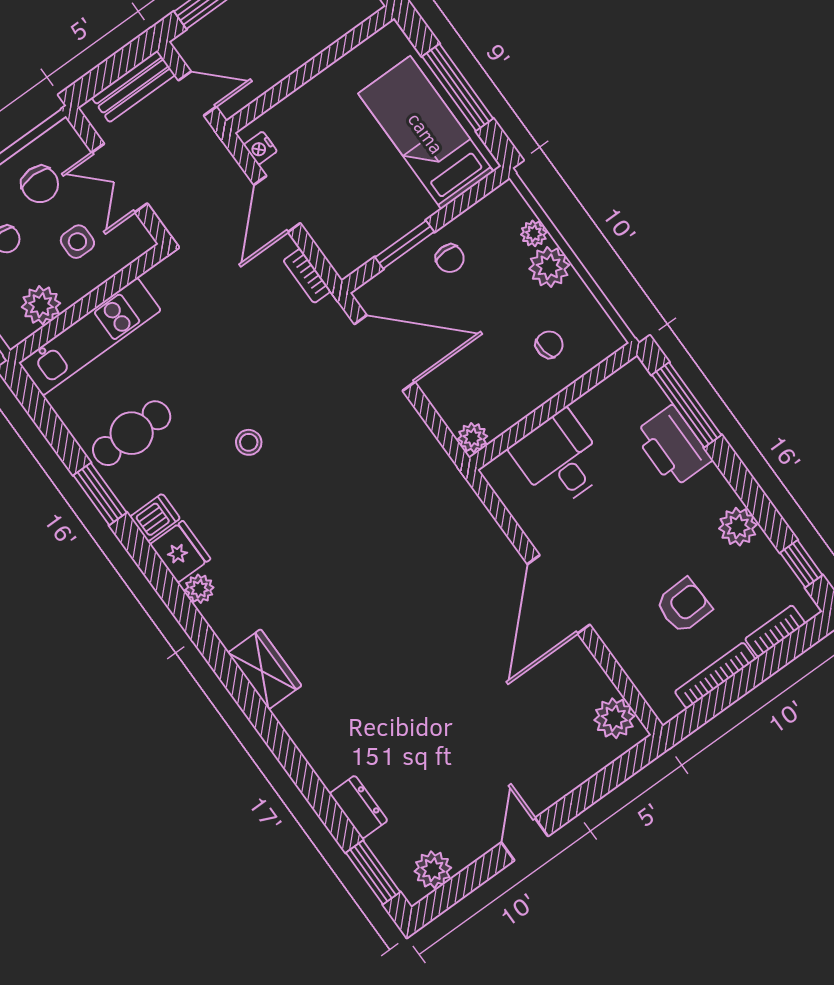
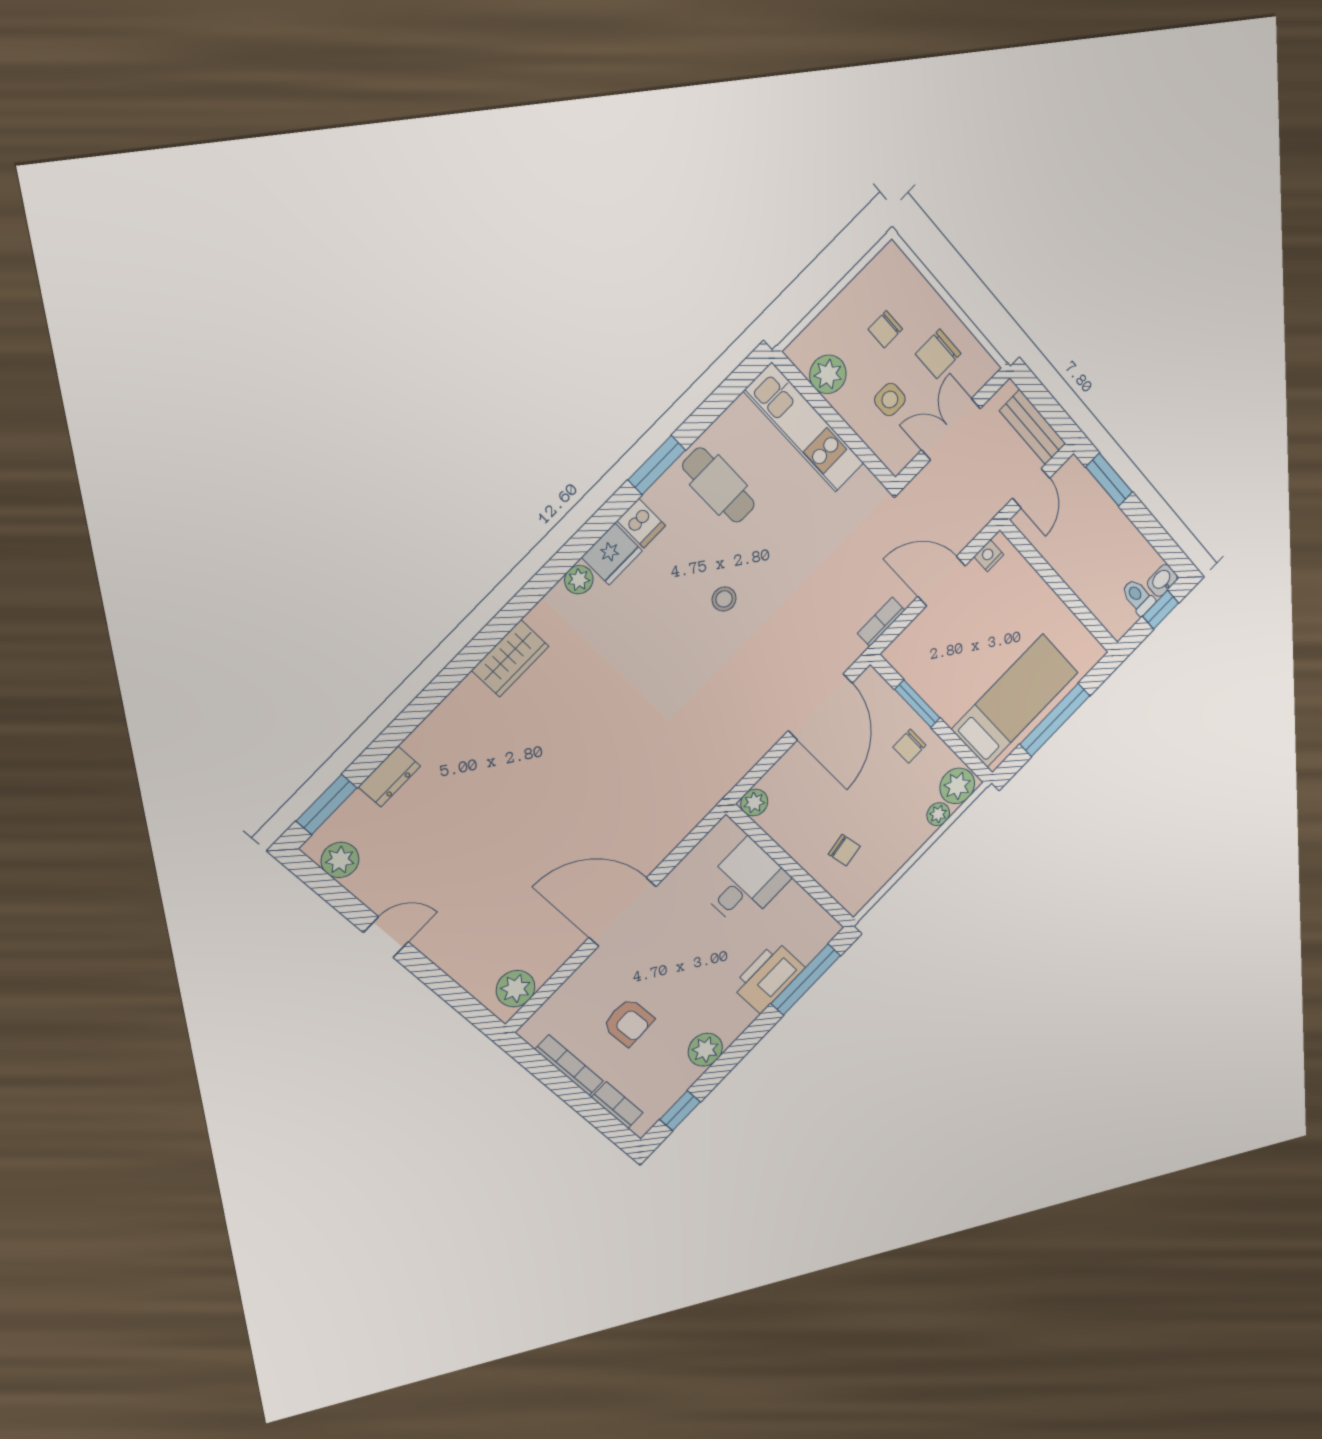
plant: (549, 267) -> (957, 786), moved

